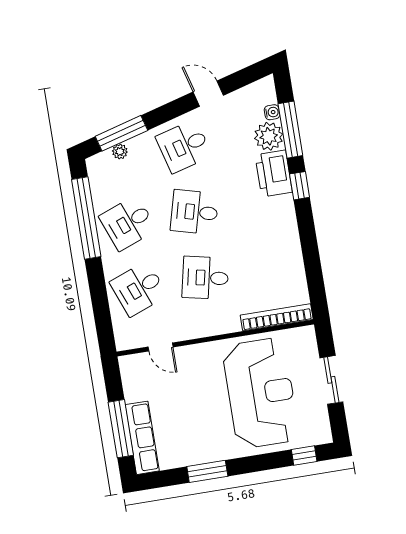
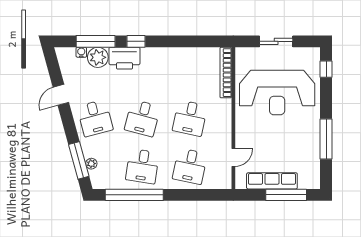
desk: (128, 223) -> (142, 166), turned 30
desk: (139, 289) -> (190, 166), turned 33
reception desk: (261, 393) -> (277, 93), turned 180
row of seats: (142, 438) -> (272, 181), moved
window: (207, 471) -> (326, 139), width x1.44

